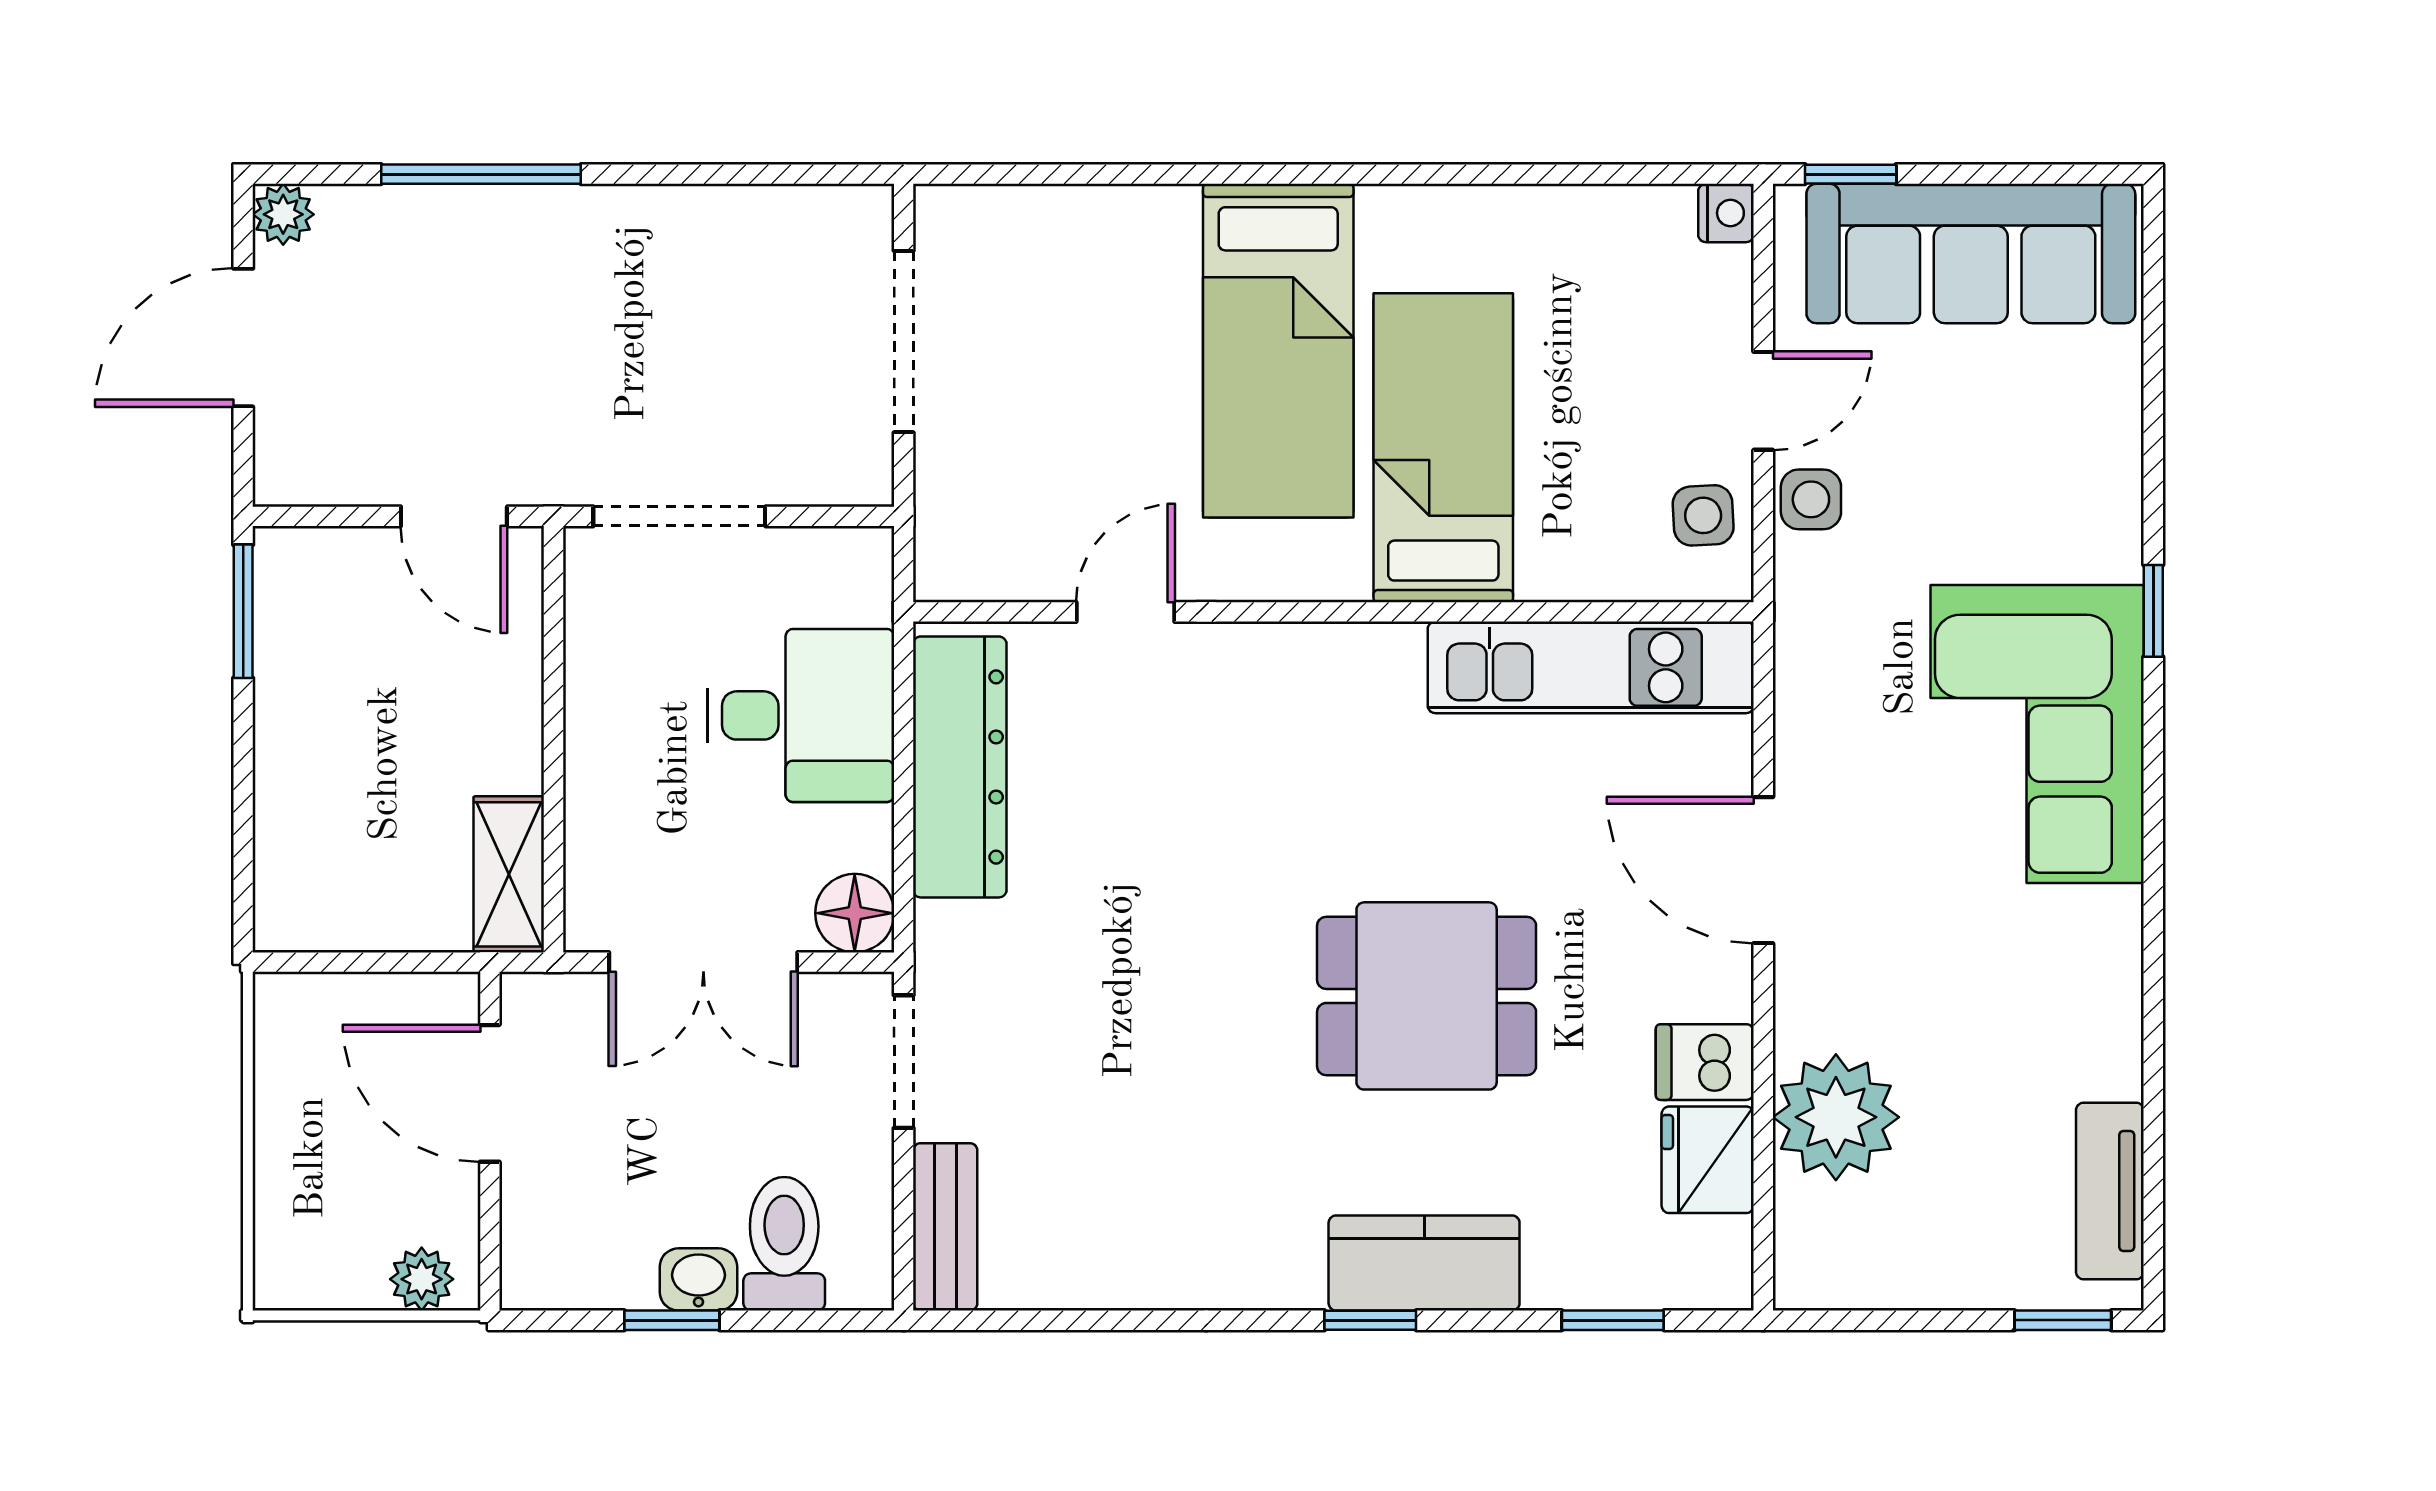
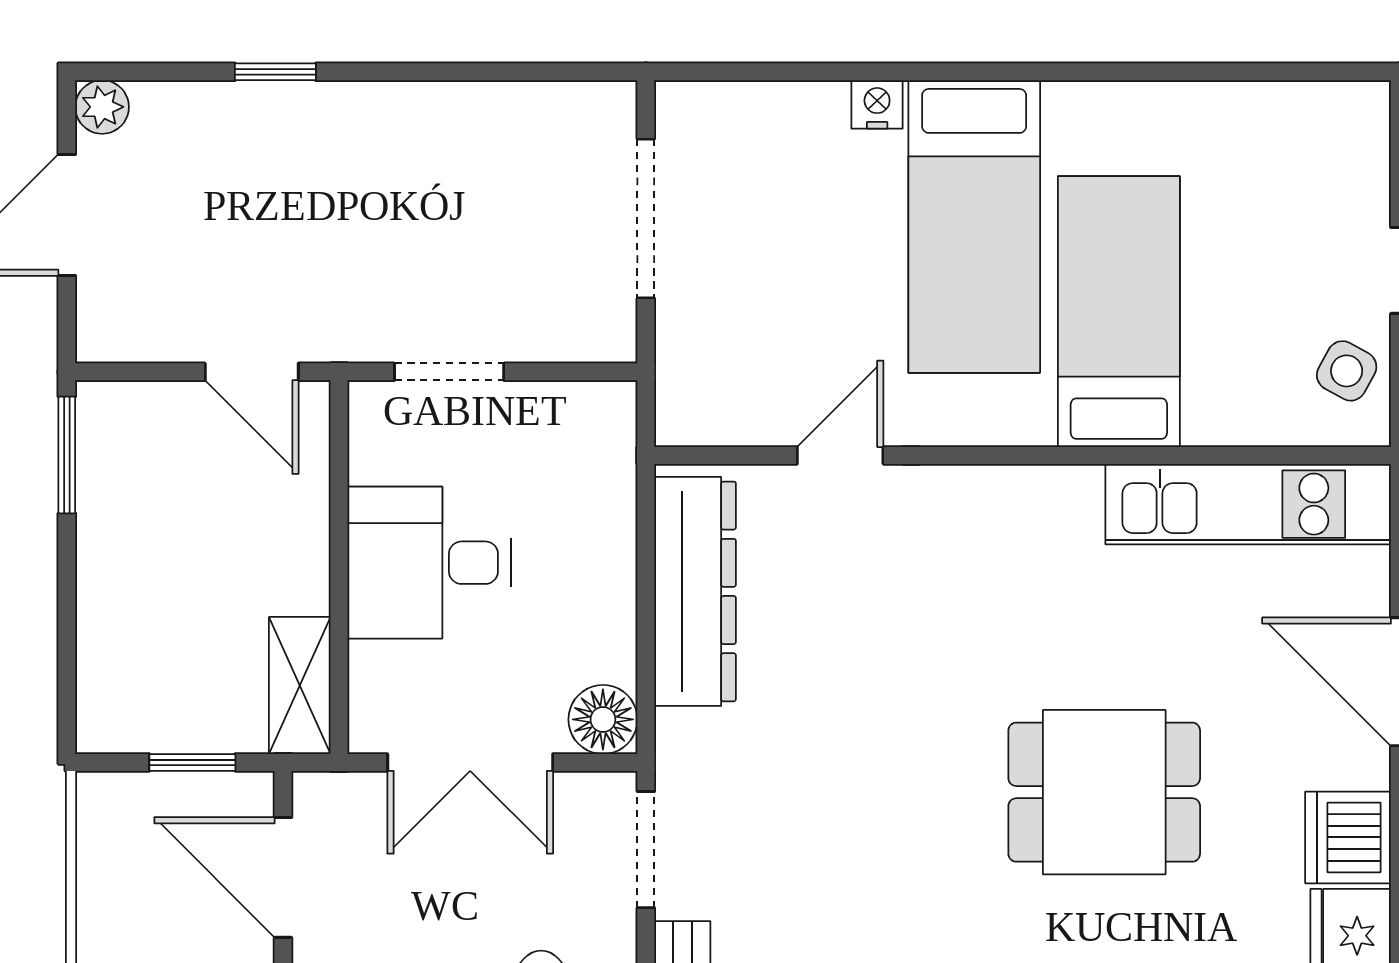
window: (481, 174) -> (275, 72), width x0.46
nightstand: (1726, 213) -> (877, 104), moved, turned -90
side table: (1703, 515) -> (1347, 371), turned 32
doorway: (679, 516) -> (449, 372), width x0.73
desk: (801, 715) -> (429, 563), moved, turned 180
window: (386, 962) -> (192, 762), added
dishwasher: (1705, 1062) -> (1348, 837), width x1.38

